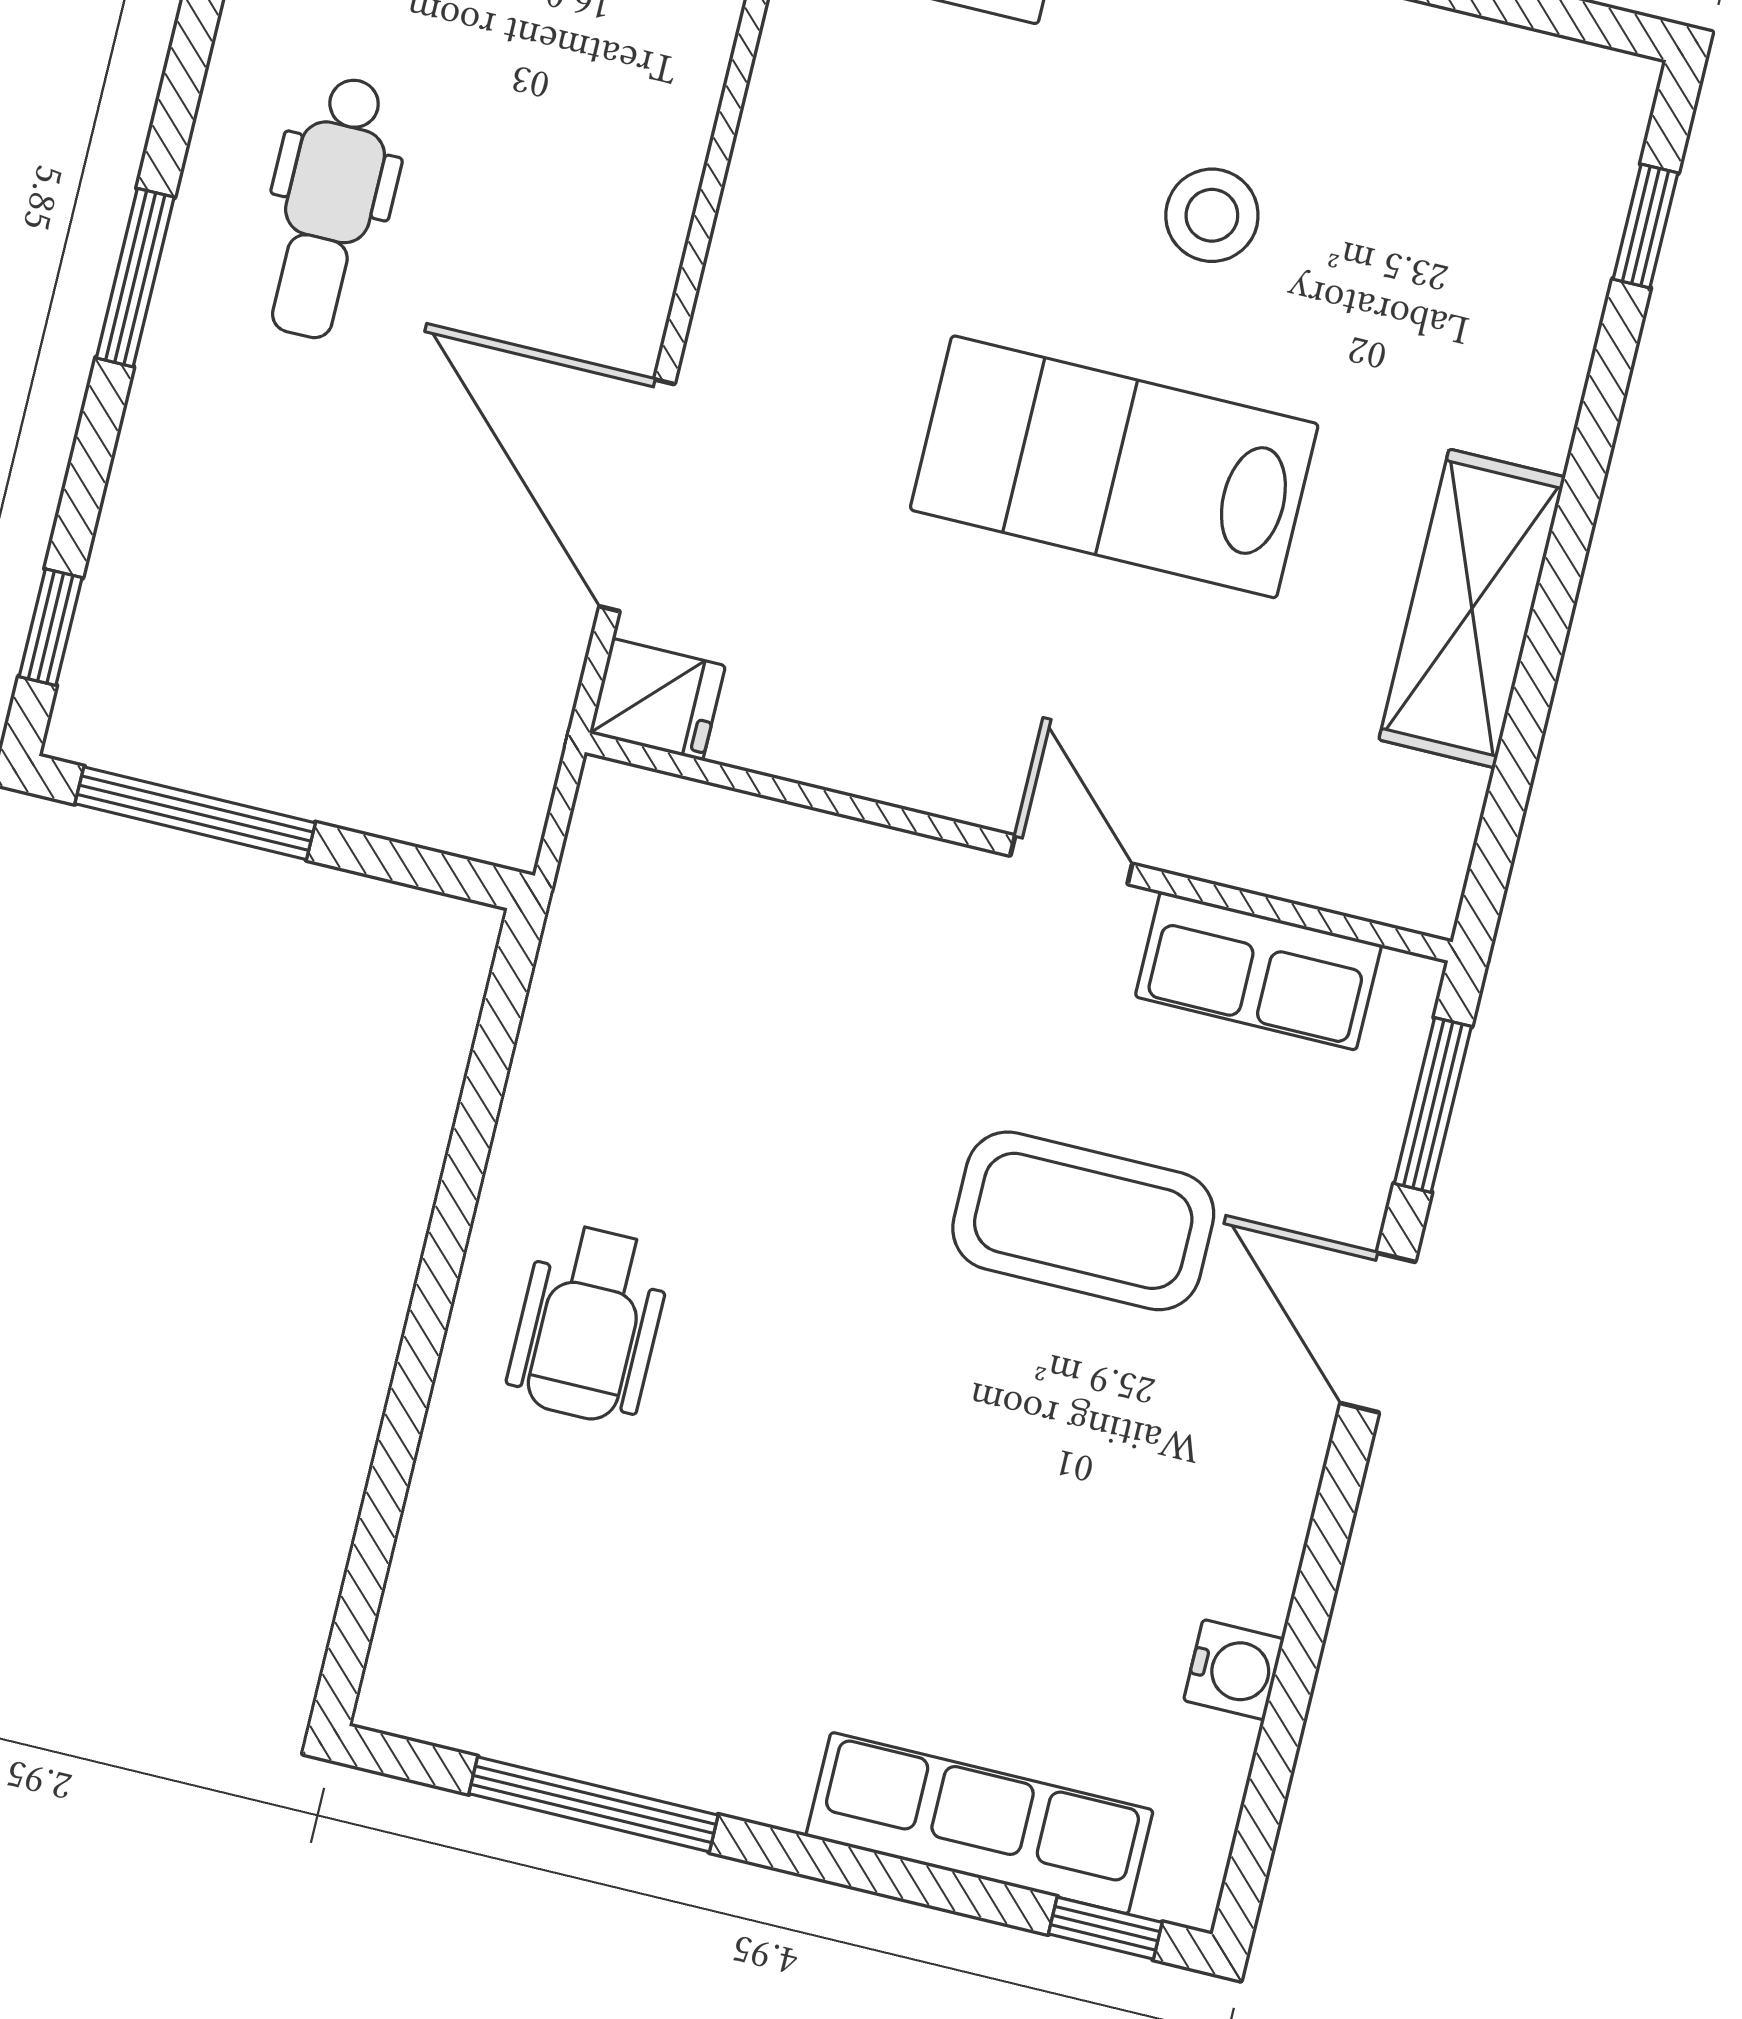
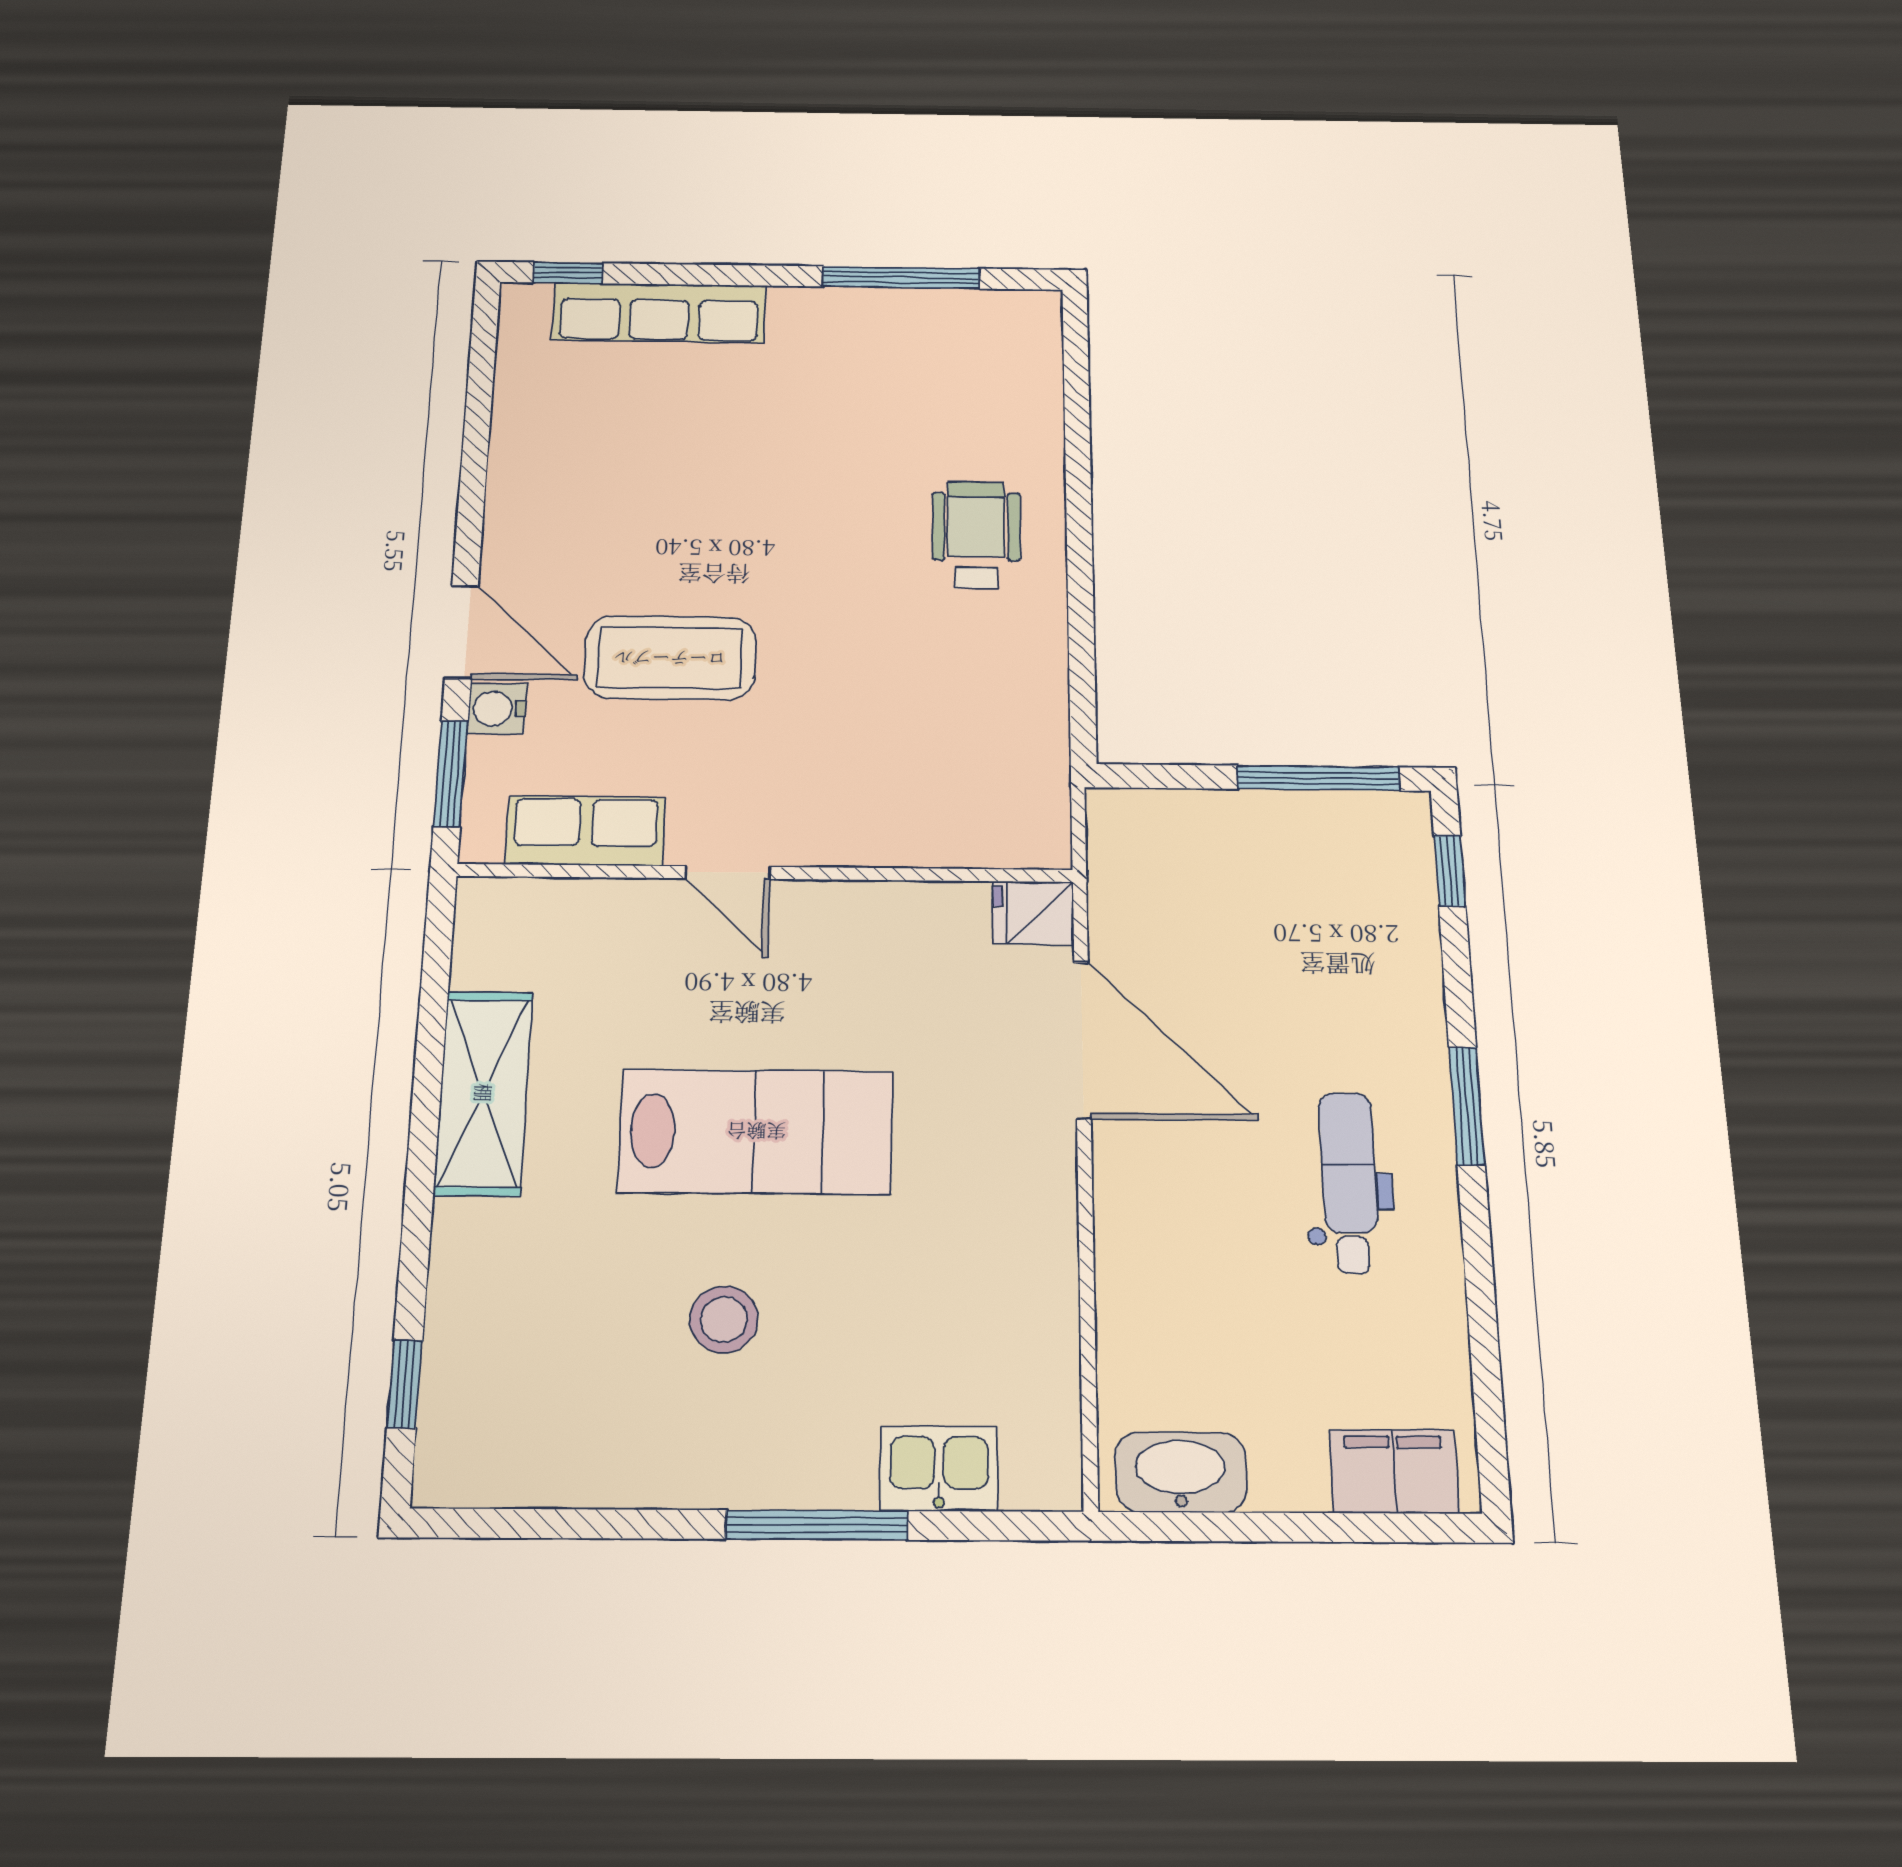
water cooler: (1234, 1670) -> (497, 709), moved

